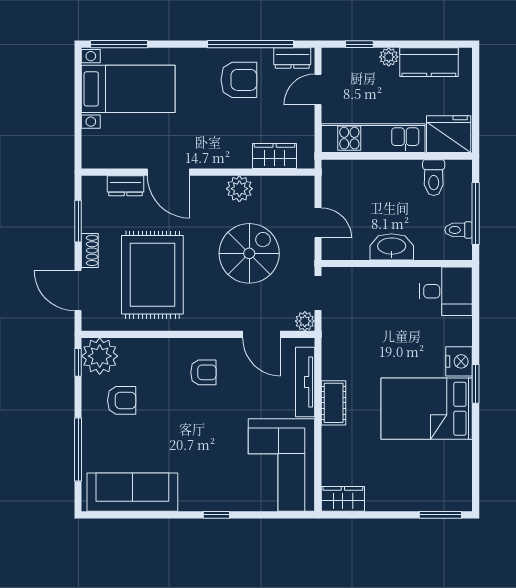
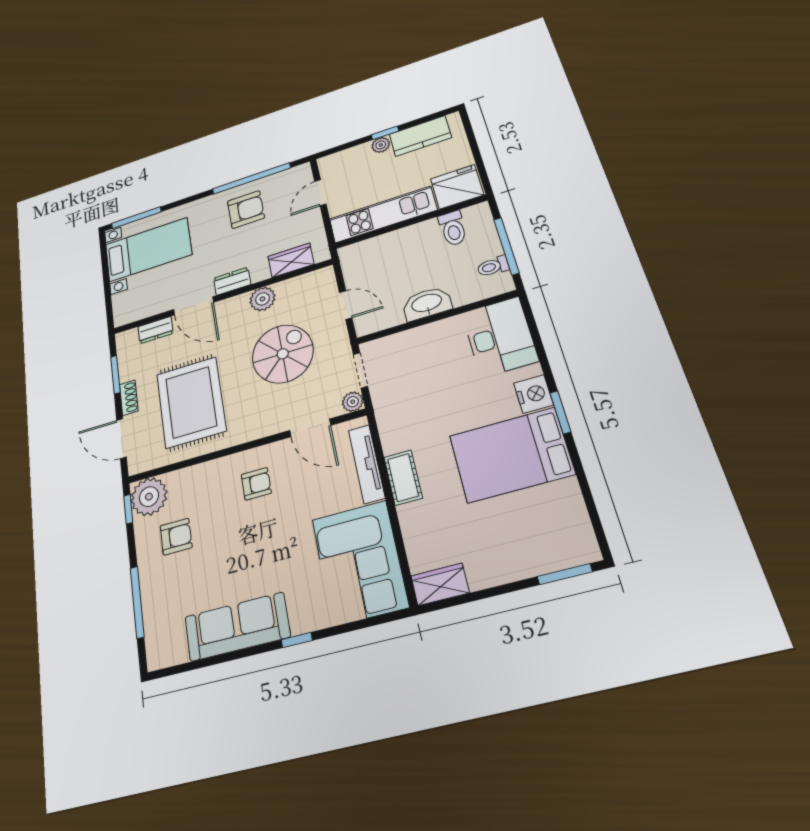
window: (359, 44) -> (385, 133), moved
dresser: (292, 58) -> (232, 281), moved, turned 180
desk: (446, 291) -> (500, 337), width x1.37
sofa: (132, 492) -> (237, 627), moved

